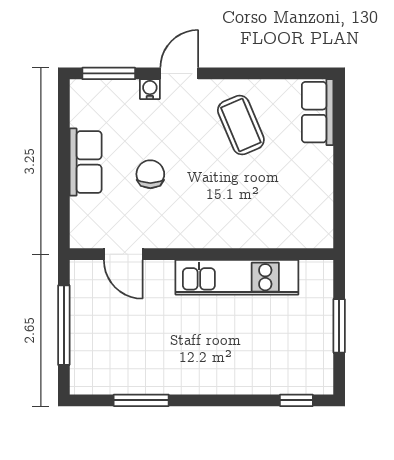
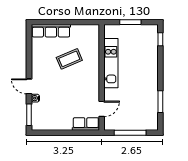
row of seats: (318, 112) -> (51, 31), width x1.48
coffee table: (241, 125) -> (69, 59), moved
row of seats: (86, 162) -> (86, 124), moved
chair: (150, 174) -> (69, 98), removed

